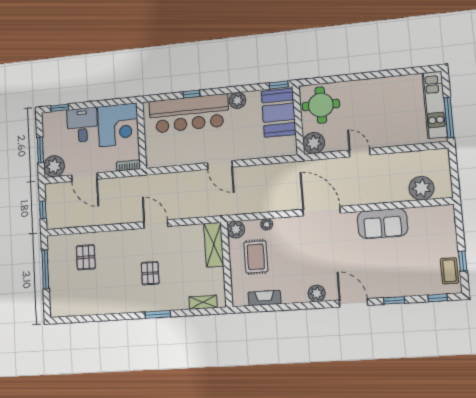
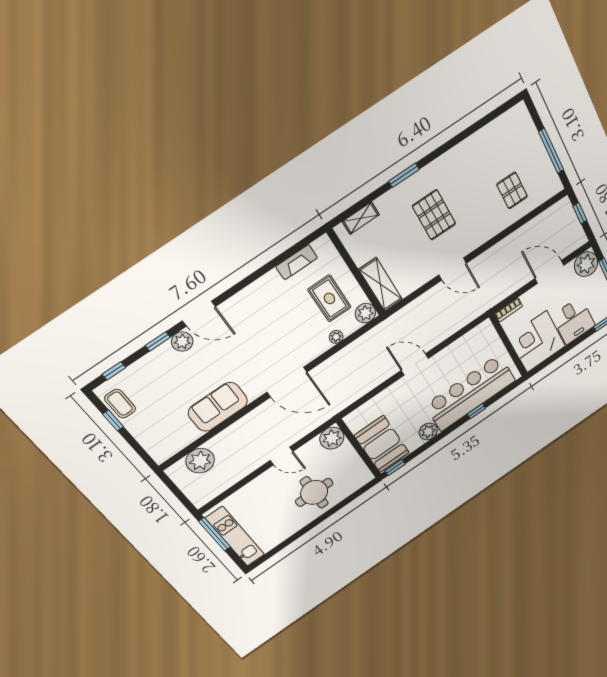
round table: (321, 105) -> (314, 492), moved
pallet: (150, 273) -> (434, 215), width x1.50, depth x1.42
plant: (317, 293) -> (182, 342), moved

